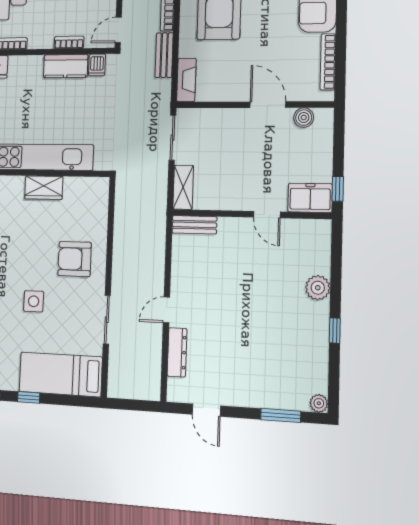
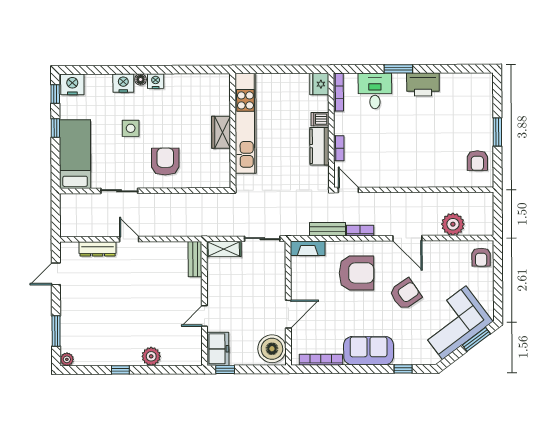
dishwasher: (97, 65) -> (320, 119), moved
boiler: (304, 118) -> (272, 349), width x1.86, depth x1.86

